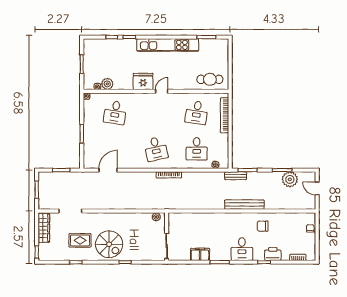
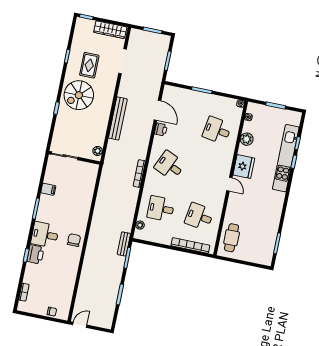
kitchen unit: (168, 45) -> (286, 158), moved
plant: (107, 84) -> (247, 139), moved
desk: (156, 149) -> (170, 166), turned 36
printer: (125, 164) -> (161, 129), added
plant: (290, 179) -> (108, 301), removed
door: (317, 188) -> (80, 325), moved
bench: (244, 205) -> (118, 118), moved
chair: (263, 226) -> (74, 240), moved
filing cabinet: (200, 254) -> (48, 189), width x0.50
printer: (273, 254) -> (35, 254), moved

